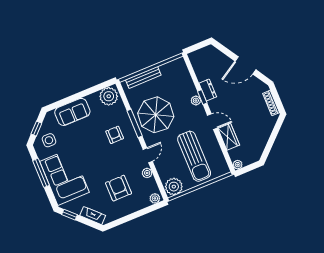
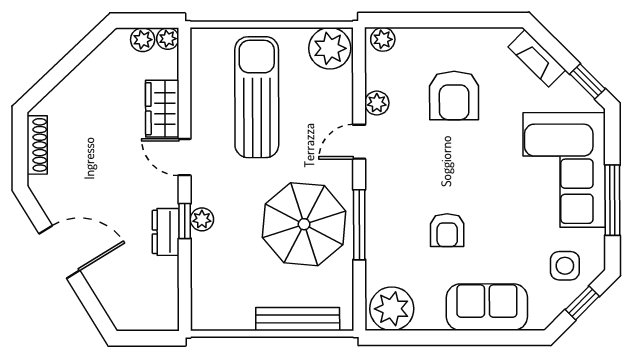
armchair: (115, 135) -> (447, 230), moved
plant: (247, 160) -> (143, 40), added

